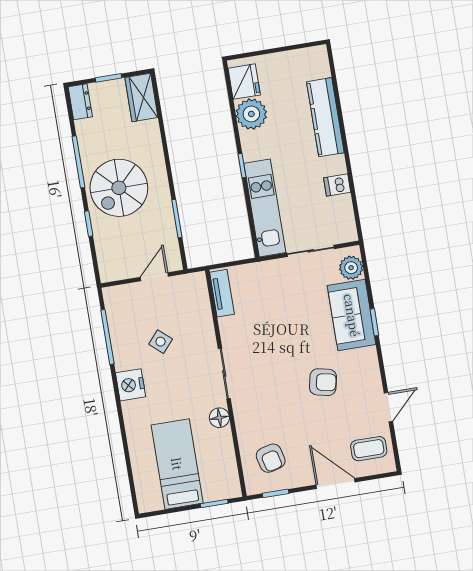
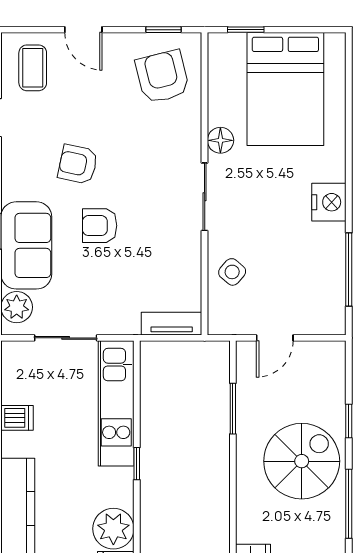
tv unit: (222, 293) -> (172, 324), moved, turned 90
armchair: (299, 339) -> (100, 226), added
side table: (161, 342) -> (232, 272), moved
coffee table: (369, 449) -> (33, 68), turned 90
armchair: (271, 458) -> (162, 77), width x1.38, depth x1.38
bed: (177, 464) -> (285, 89), width x1.50
door: (336, 483) -> (83, 30), width x0.73

